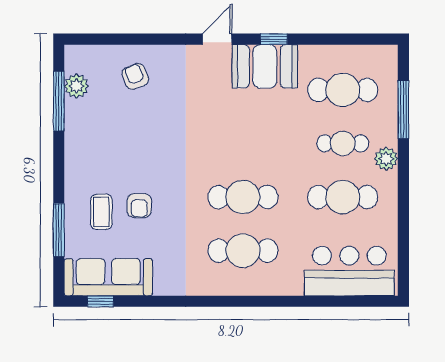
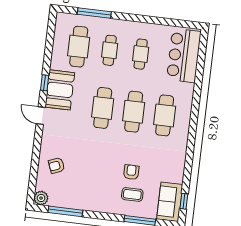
plant: (76, 86) -> (41, 198), moved
cafe table: (243, 143) -> (103, 108), added
plant: (386, 159) -> (122, 26), removed
cafe table: (343, 197) -> (141, 54), width x0.73, depth x0.74
armchair: (139, 205) -> (131, 172), turned -90
sofa: (108, 277) -> (170, 202), width x0.73

